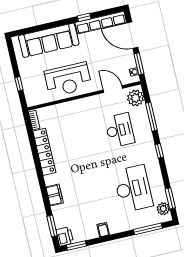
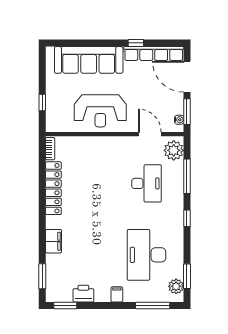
desk: (133, 189) -> (147, 255), turned 180
filing cabinet: (103, 230) -> (117, 294), moved
printer: (65, 236) -> (83, 294), moved, turned -90

